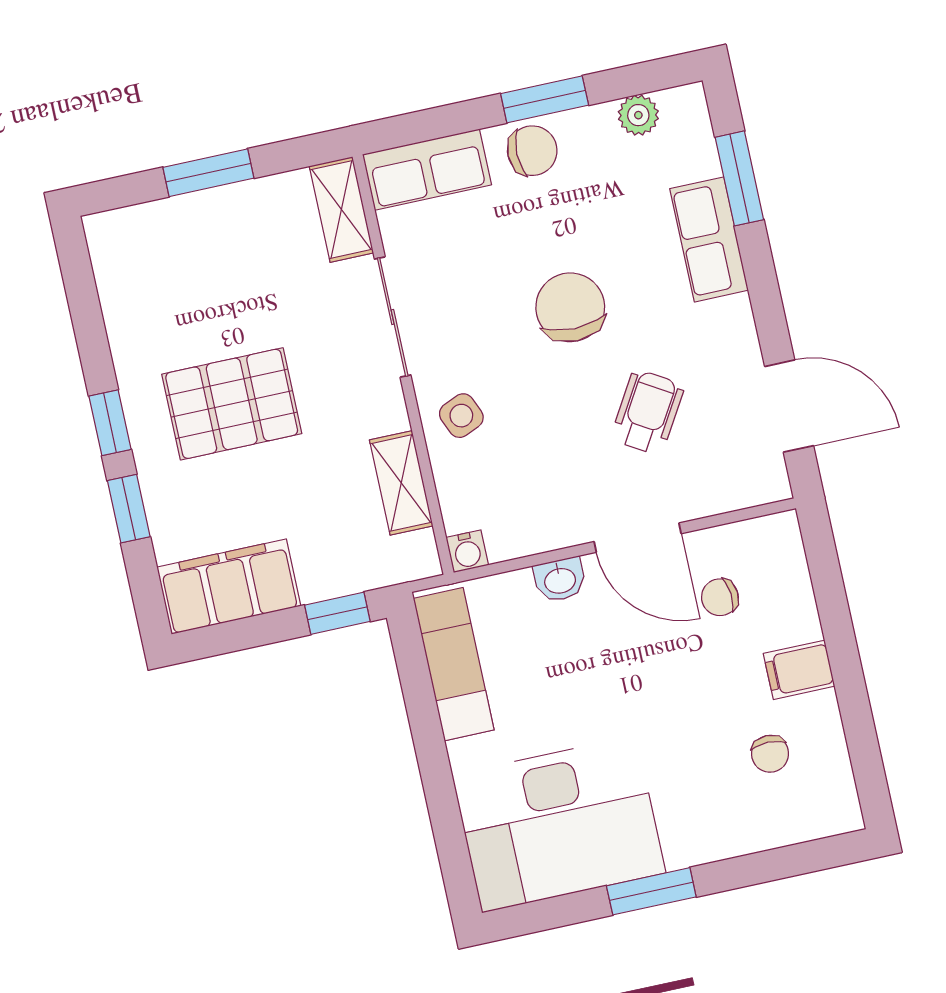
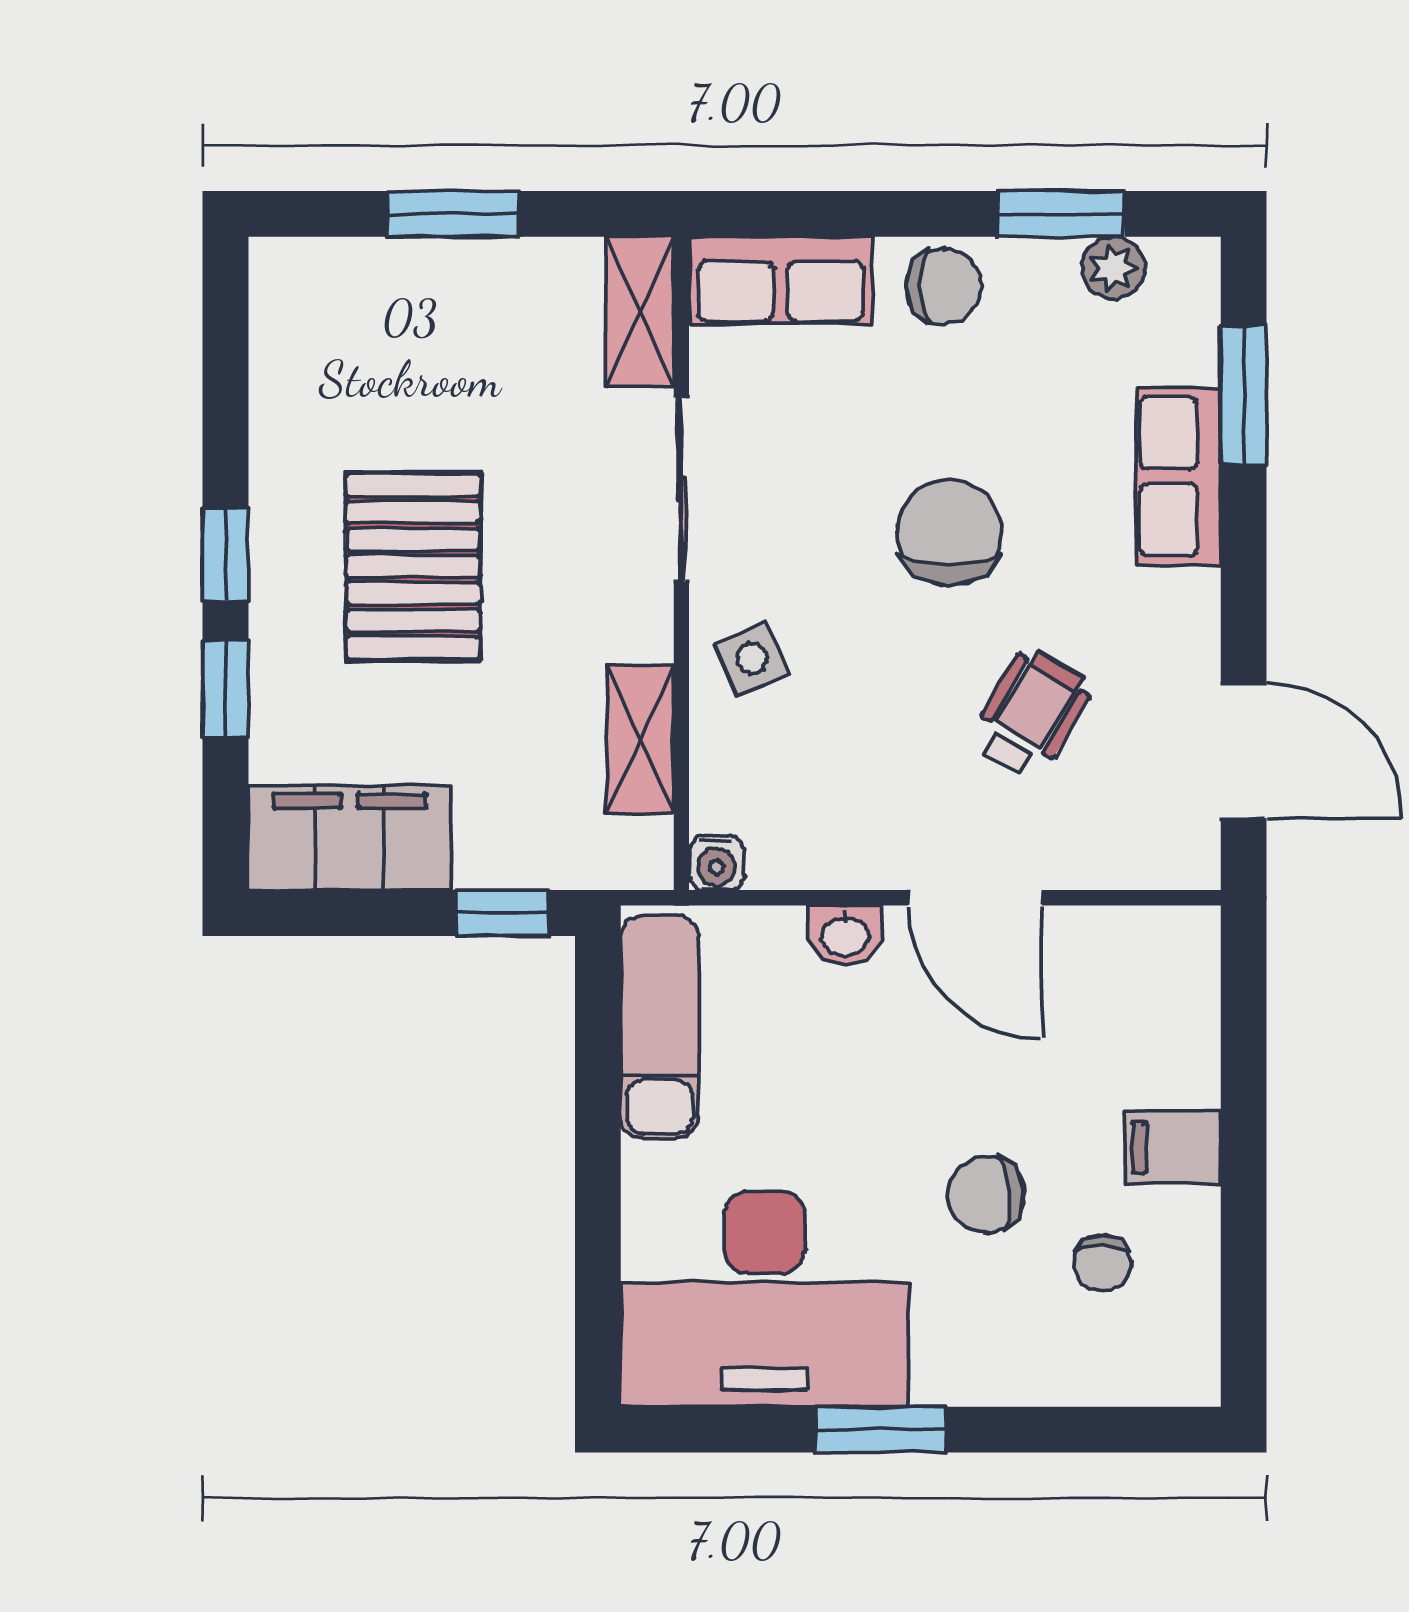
window: (545, 99) -> (1061, 214), moved
pallet: (232, 404) -> (413, 566), turned 90
chair: (720, 597) -> (986, 1195), moved, width x1.37, depth x1.37

